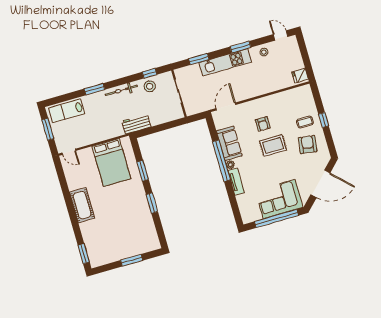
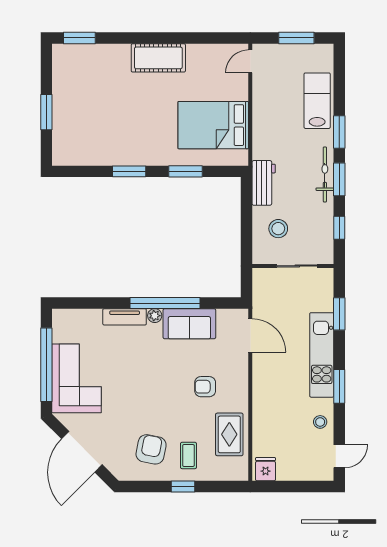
window: (122, 81) -> (339, 179), added
stool: (150, 86) -> (278, 229), moved
lab bench: (67, 111) -> (317, 101), moved
rug: (273, 145) -> (229, 434), moved
armchair: (308, 145) -> (151, 449), turned -87

